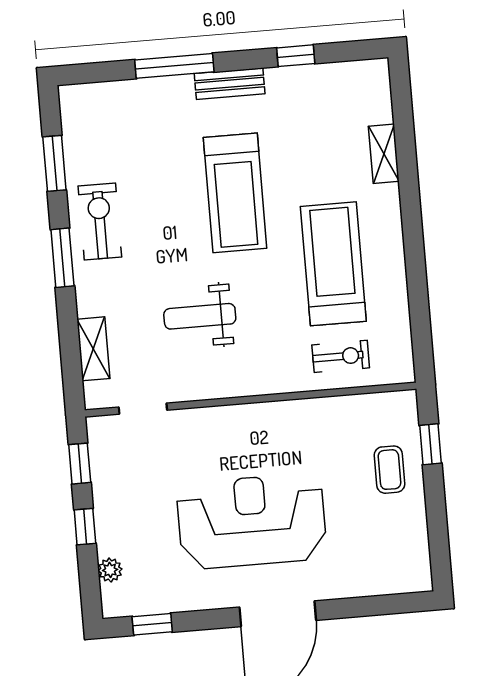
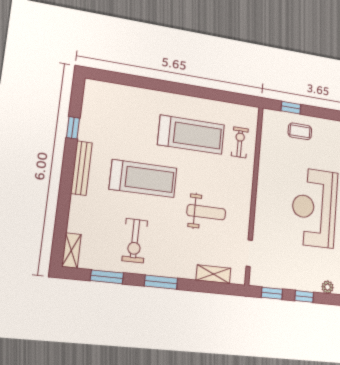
window: (174, 66) -> (64, 197), removed
bench: (230, 84) -> (81, 168), width x1.36
shelving: (384, 154) -> (71, 250), moved, turned 90
exercise bike: (100, 221) -> (135, 241), moved, turned -90
treadmill: (333, 264) -> (191, 135), turned 180
weight bench: (200, 316) -> (206, 212), turned -90

